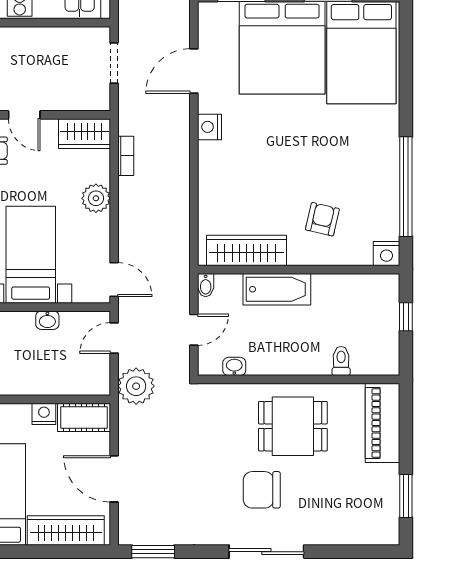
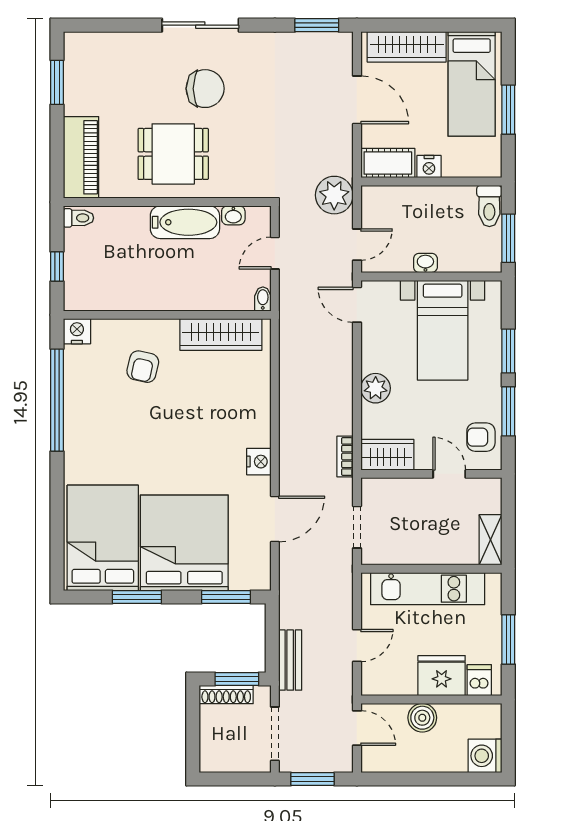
bookcase: (126, 156) -> (345, 456), moved
bathtub: (277, 289) -> (185, 222), moved, turned 180
toilet: (341, 361) -> (78, 218), moved, turned -90

